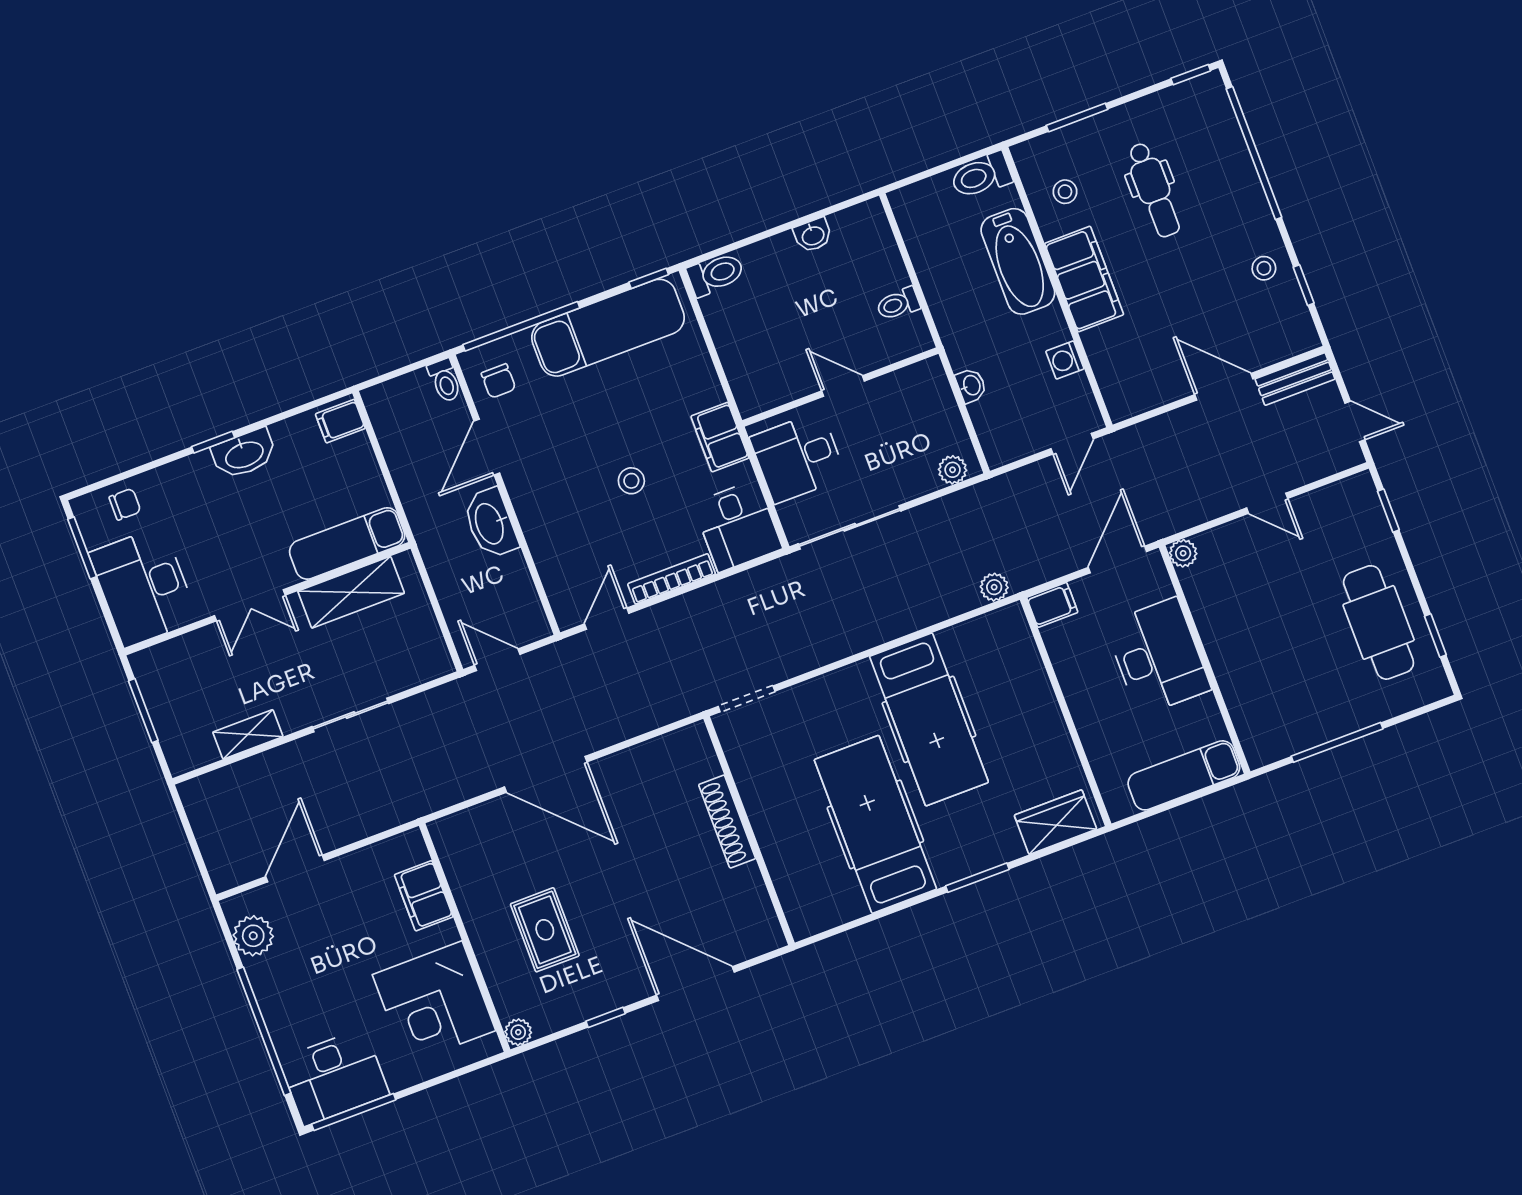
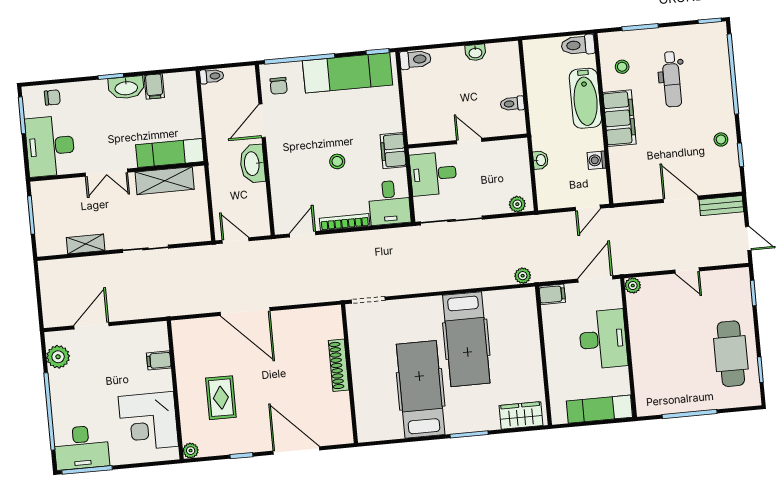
toilet: (445, 380) -> (212, 76), moved, turned -90
filing cabinet: (340, 421) -> (154, 86), moved, turned -90
filing cabinet: (424, 896) -> (159, 360), width x0.50

